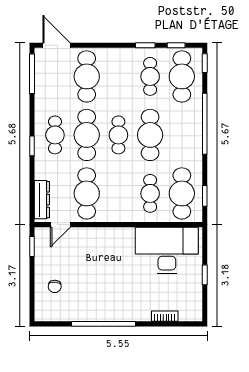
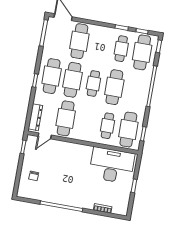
cafe table: (55, 135) -> (52, 76), width x1.37, depth x1.35

